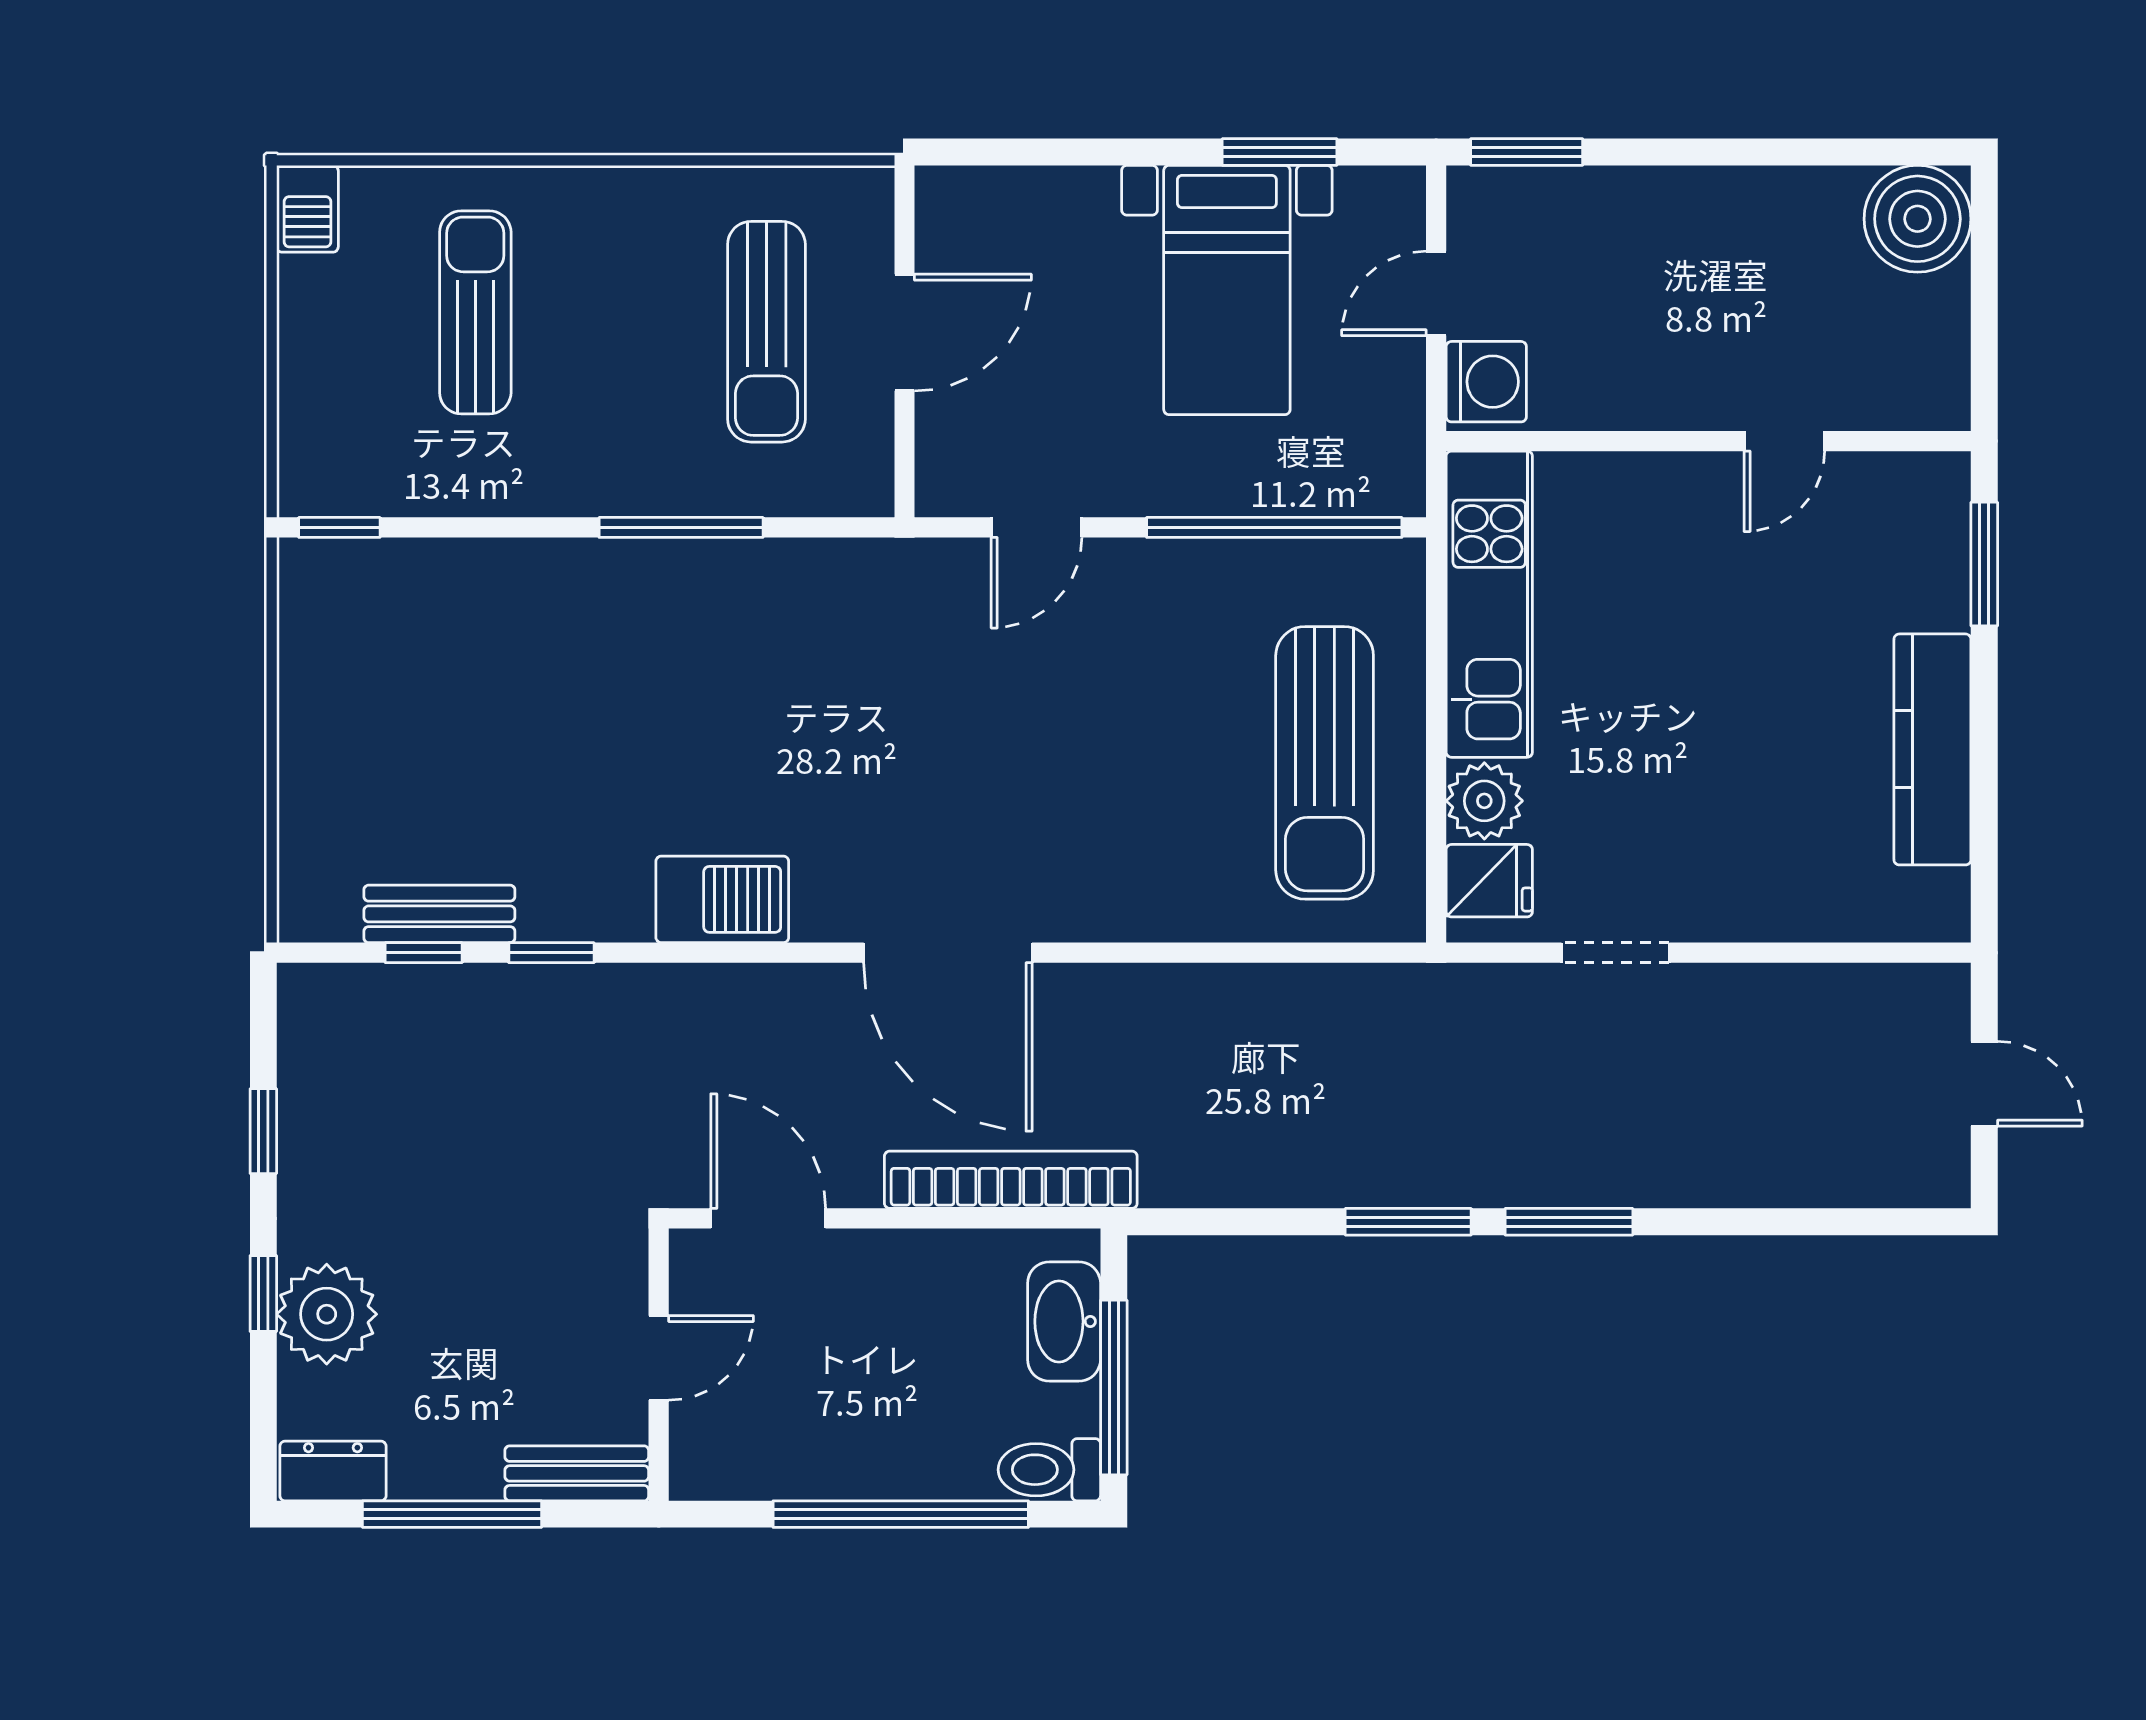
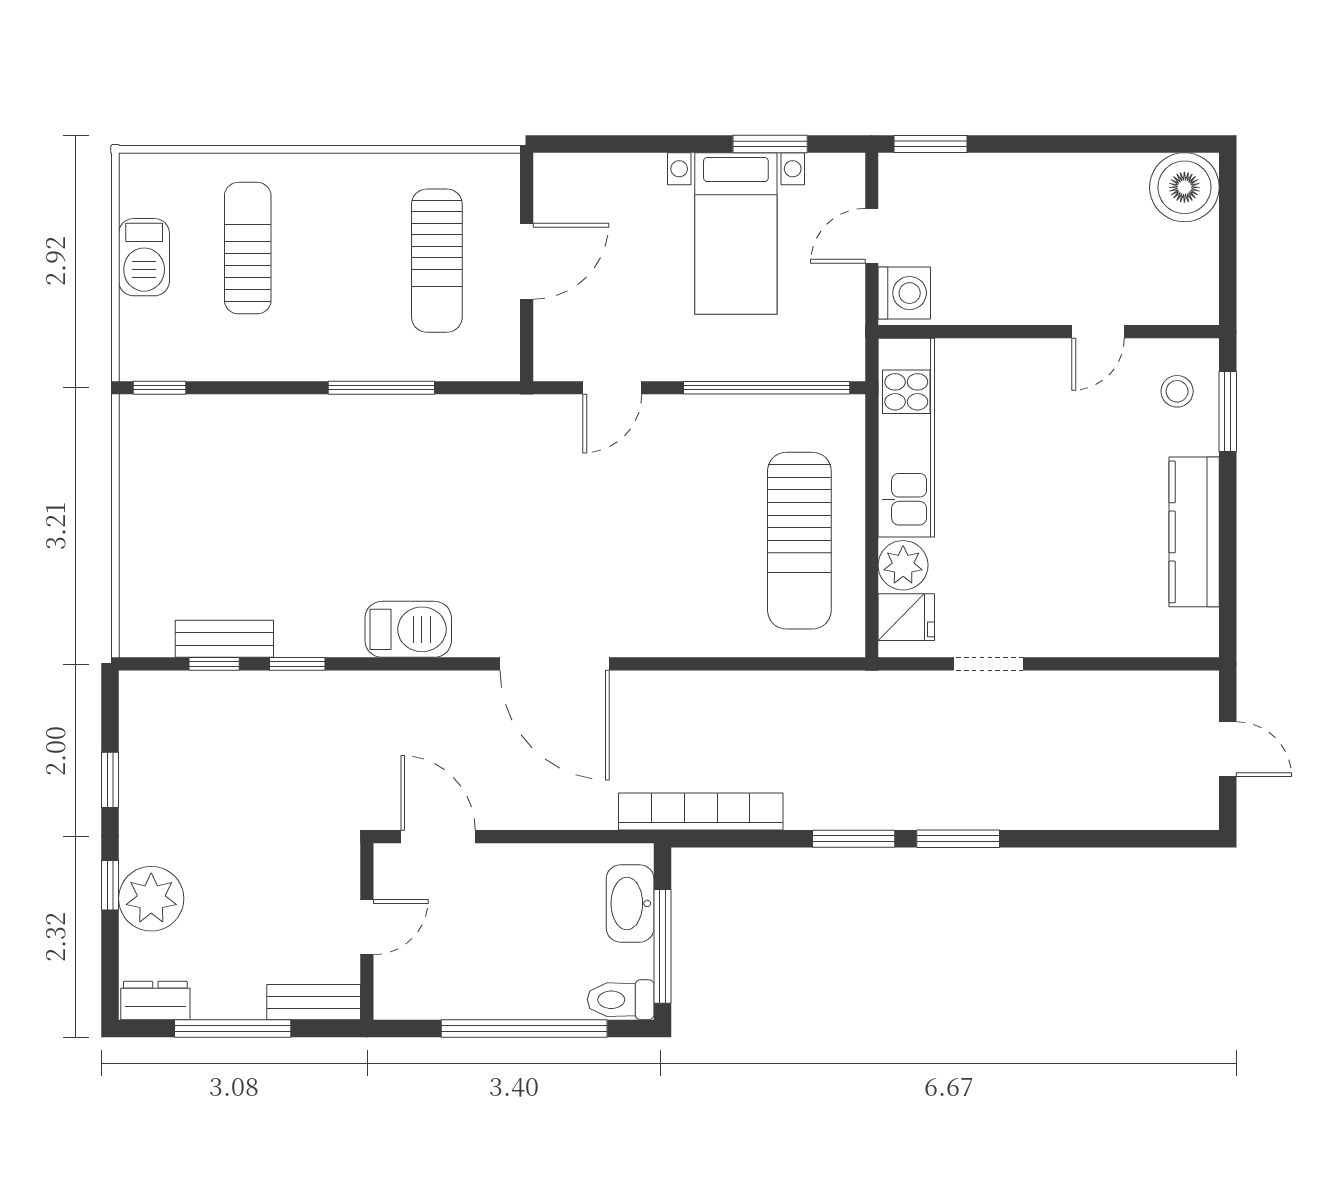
barbecue: (307, 209) -> (144, 257), moved, width x1.38, depth x1.27
stool: (1906, 533) -> (1177, 391), added
bookcase: (1011, 1180) -> (701, 811), moved

